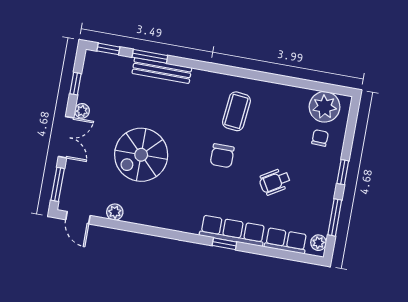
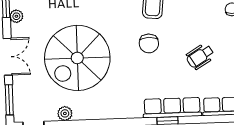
plant: (82, 111) -> (16, 16), moved
spiral stairs: (141, 155) -> (77, 58), width x1.37, depth x1.37

